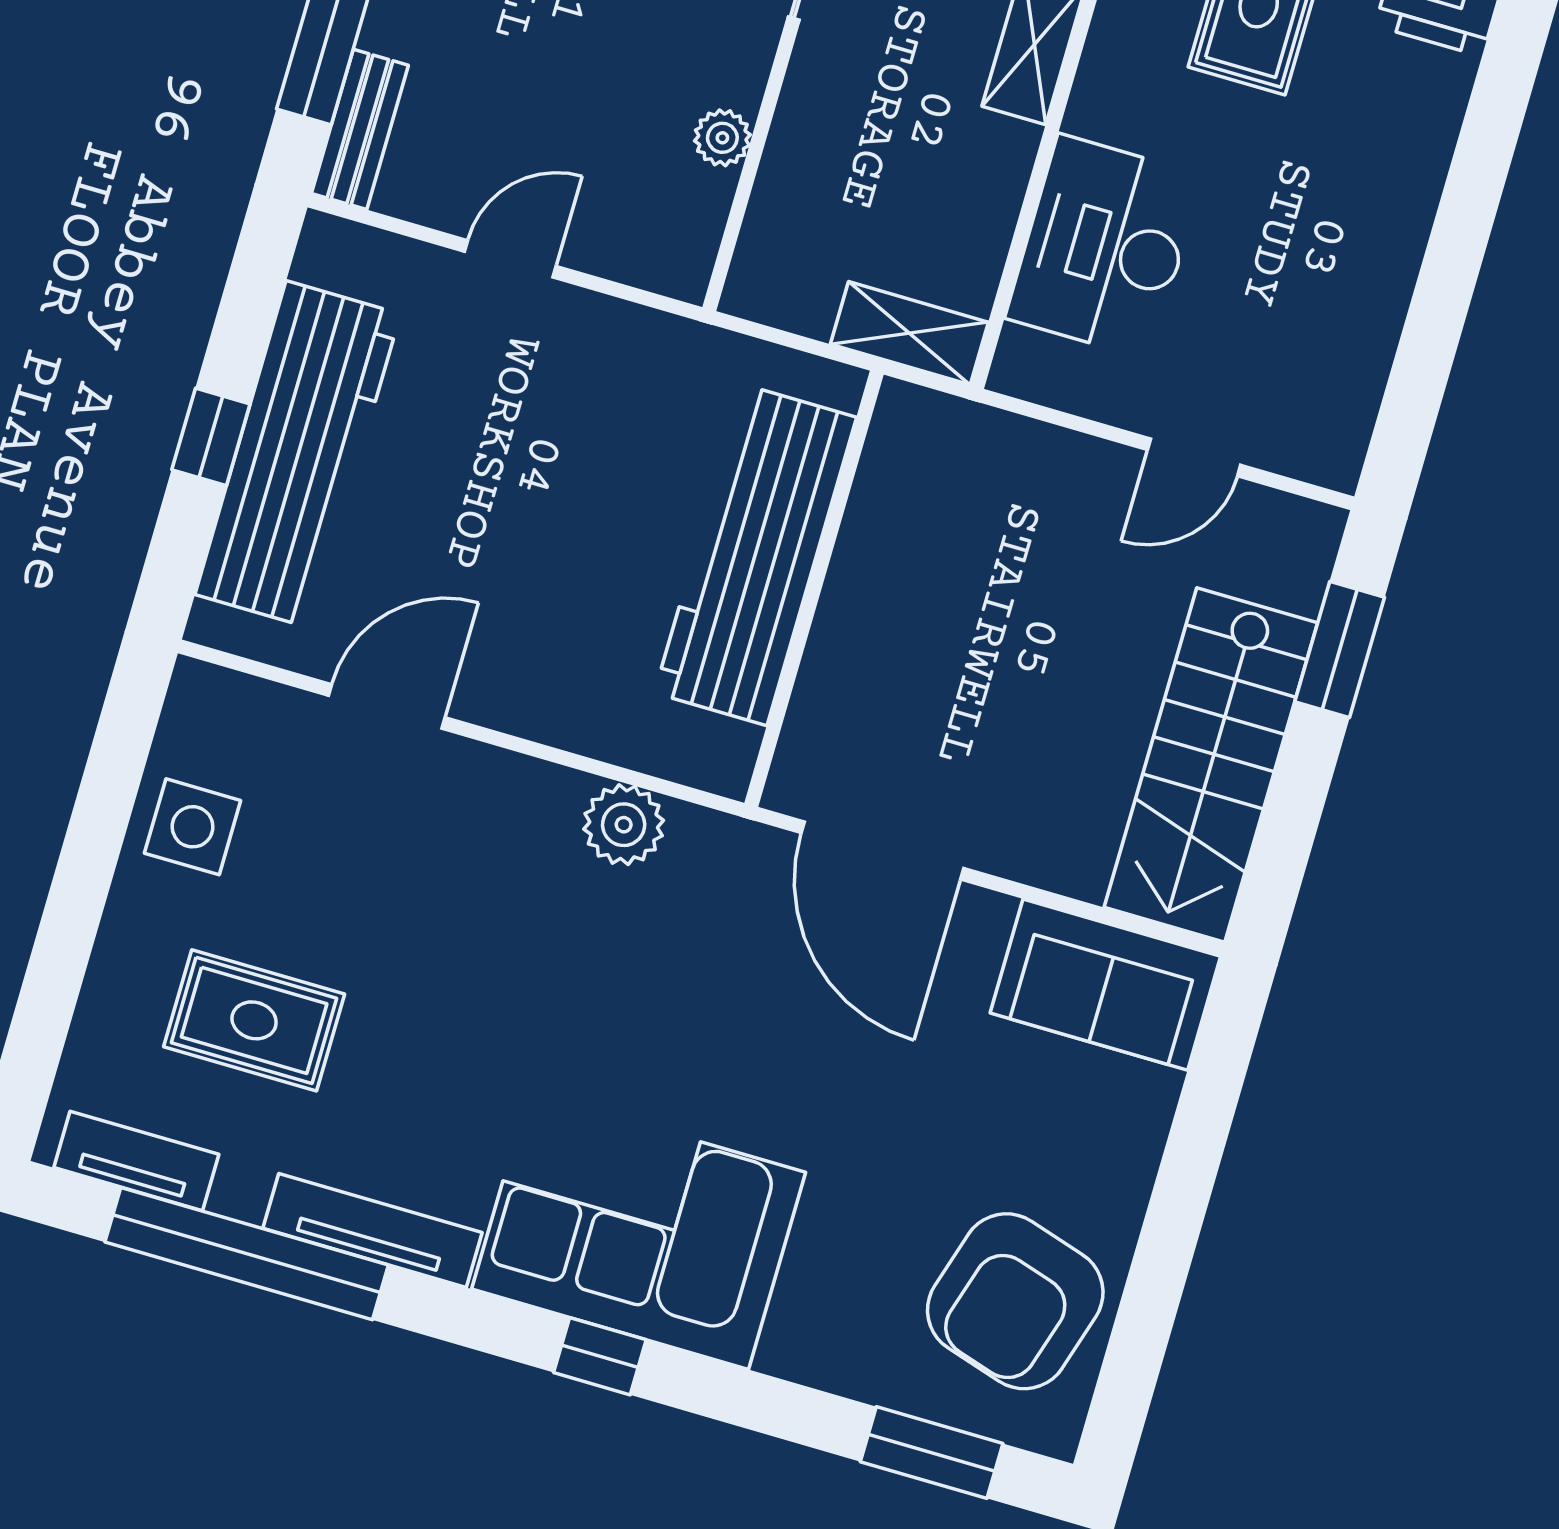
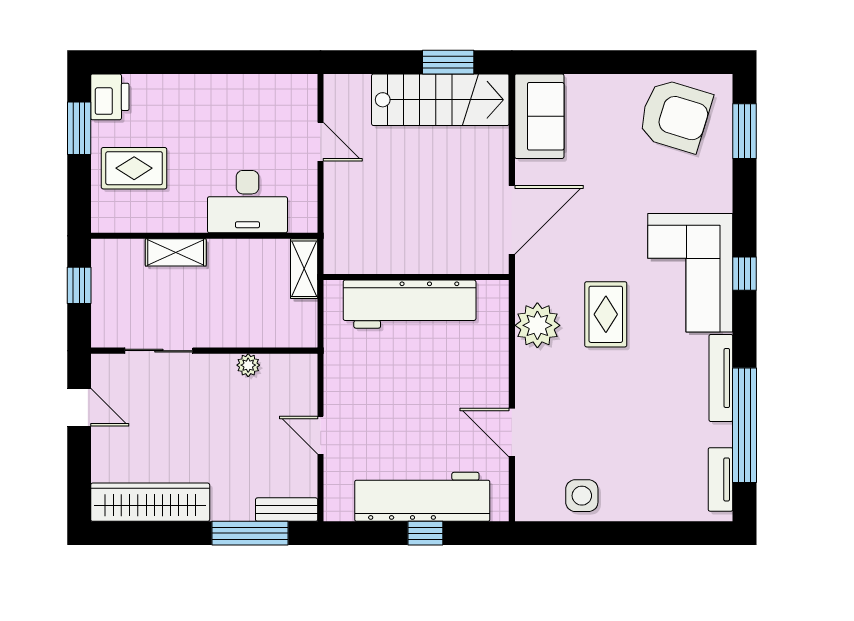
window: (1340, 649) -> (448, 62), moved
plant: (624, 825) -> (537, 325), width x1.36, depth x1.36
rug: (254, 1020) -> (606, 314), moved

